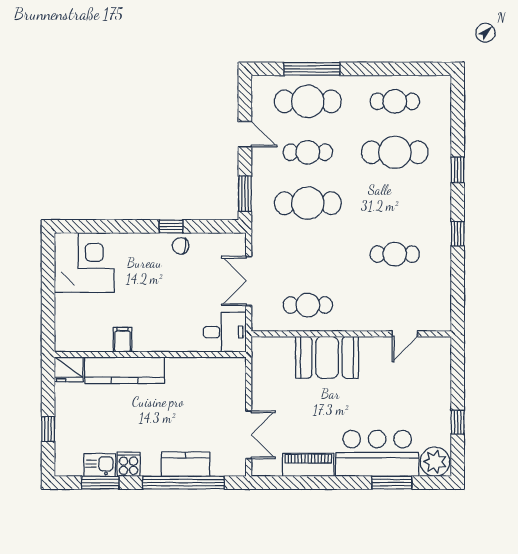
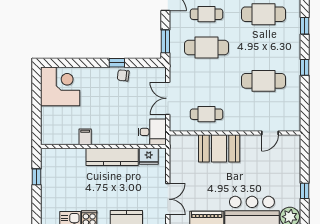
cafe table: (395, 254) -> (263, 81), width x1.37, depth x1.35
fridge: (69, 369) -> (149, 156), moved
kitchen counter: (124, 370) -> (112, 157), moved
window: (48, 429) -> (36, 177), moved

